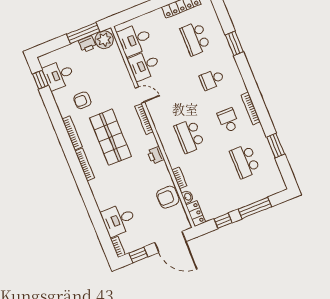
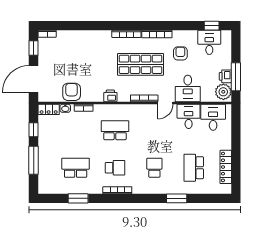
school desk: (195, 38) -> (194, 168), turned -90
desk: (119, 220) -> (188, 88), moved, turned 180

